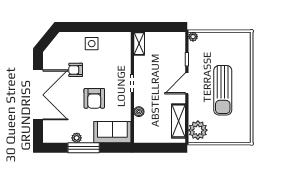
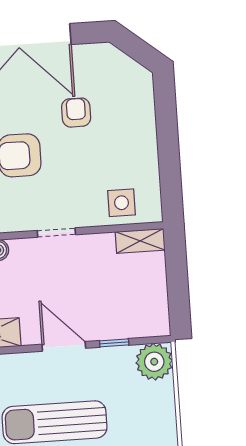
plant: (193, 37) -> (154, 362), width x1.88, depth x1.88
side table: (92, 44) -> (122, 203), moved

